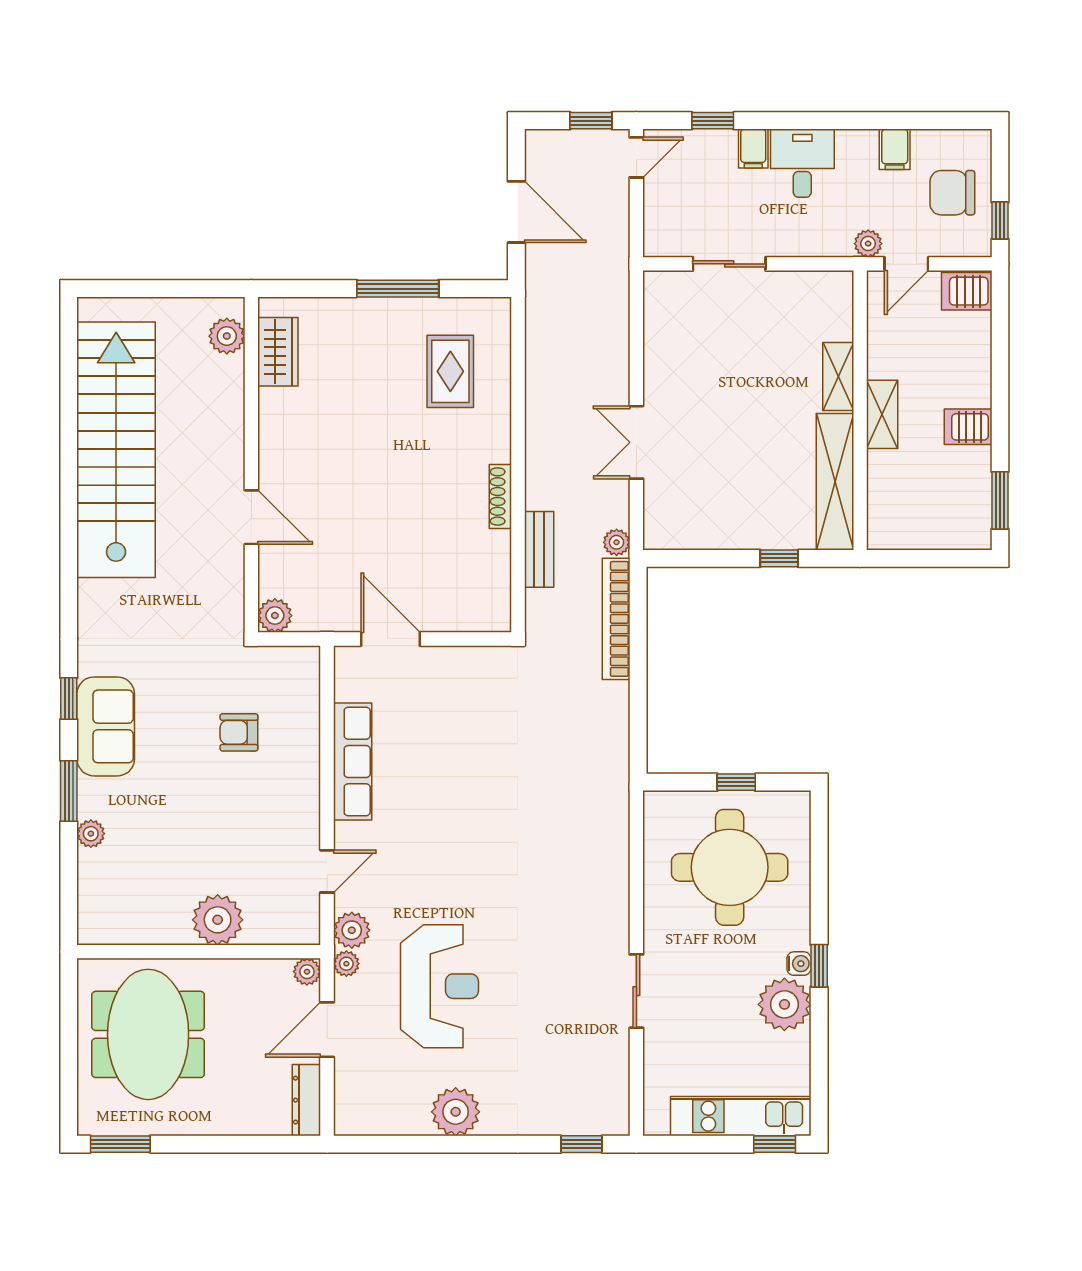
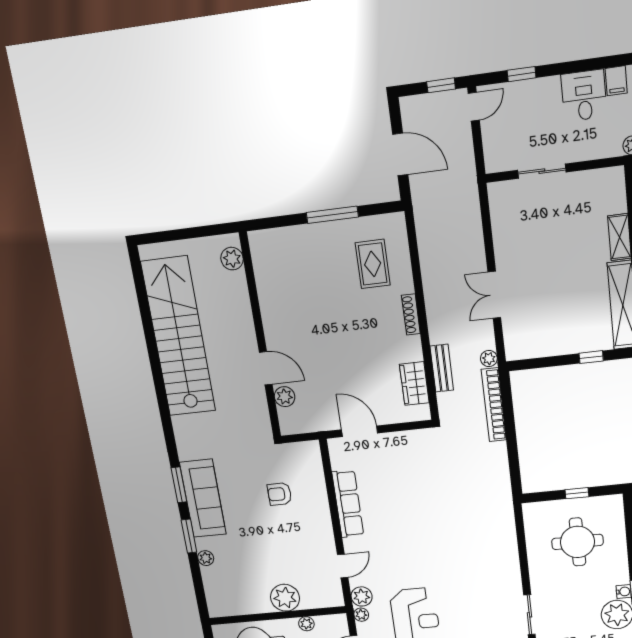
filing cabinet: (753, 149) -> (616, 81), moved
wardrobe: (278, 352) -> (414, 384), moved, turned 180
shoe rack: (500, 496) -> (411, 315), moved
plant: (275, 616) -> (285, 397), moved
window: (69, 699) -> (179, 485), width x1.50
sofa: (106, 726) -> (203, 498), width x1.36
round table: (730, 867) -> (577, 542), width x0.73, depth x0.73
plant: (307, 972) -> (306, 624), moved

